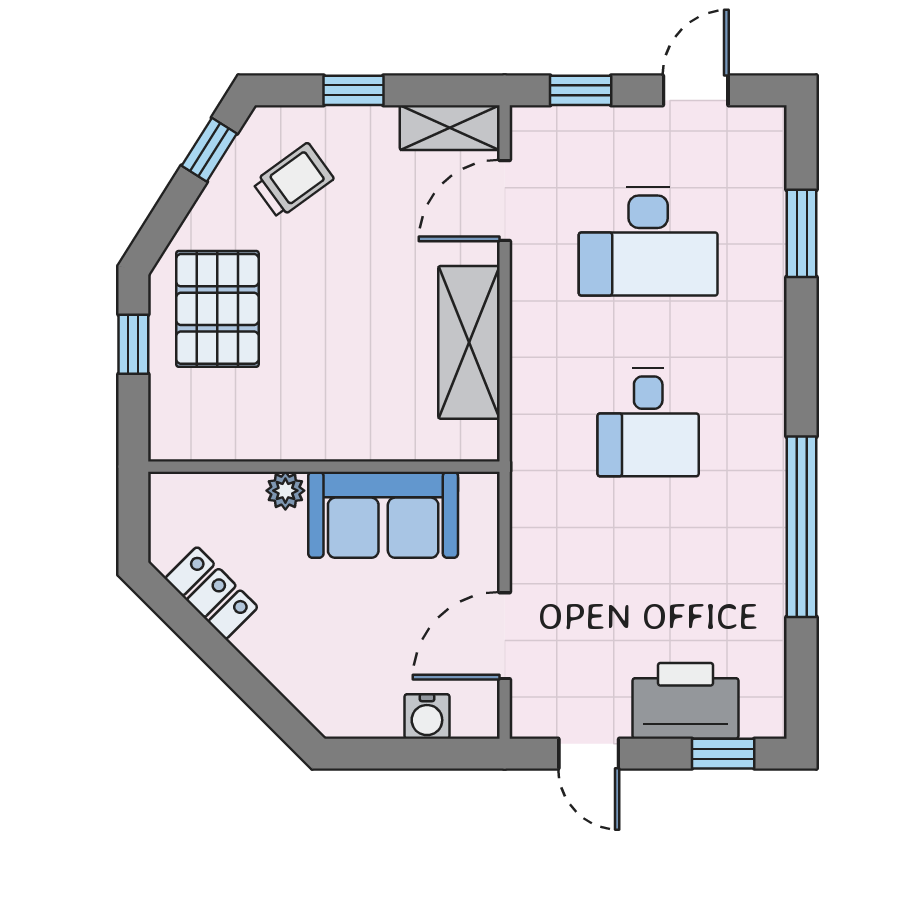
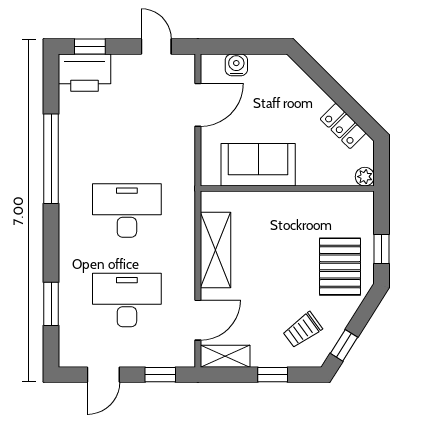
desk: (648, 422) -> (127, 211), width x1.37
plant: (285, 491) -> (365, 177), moved
printer: (685, 701) -> (85, 73), moved

